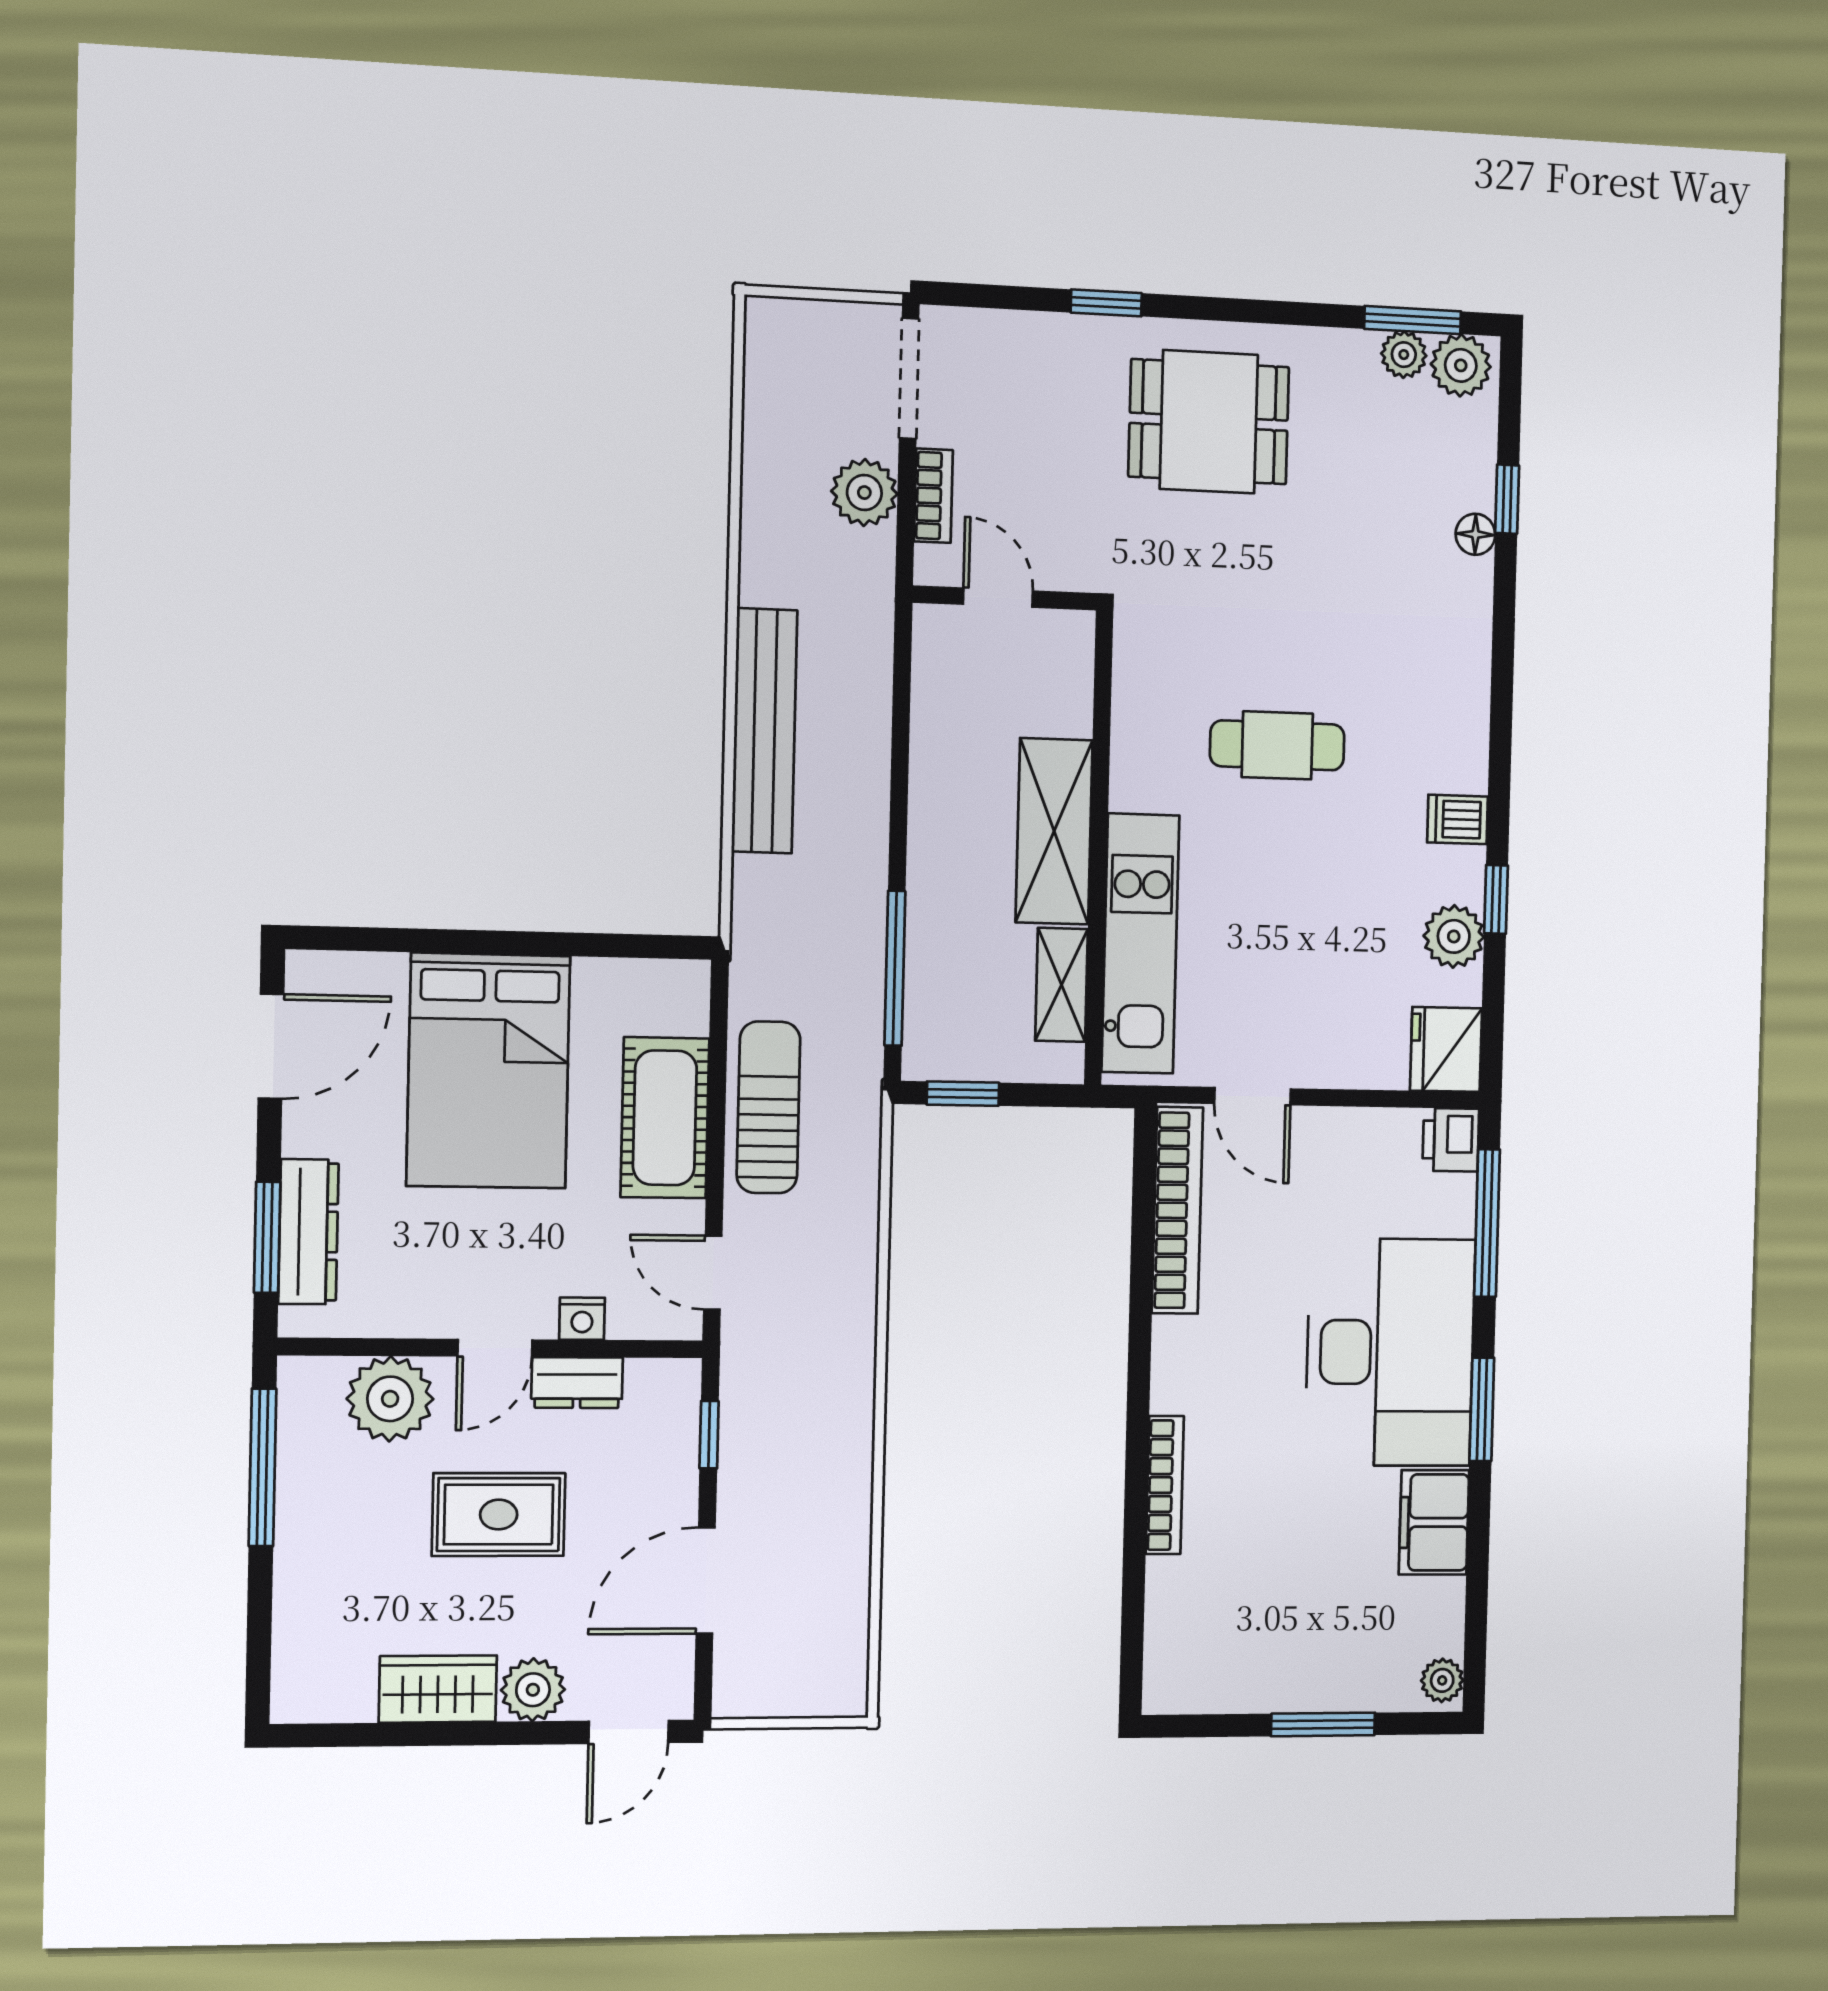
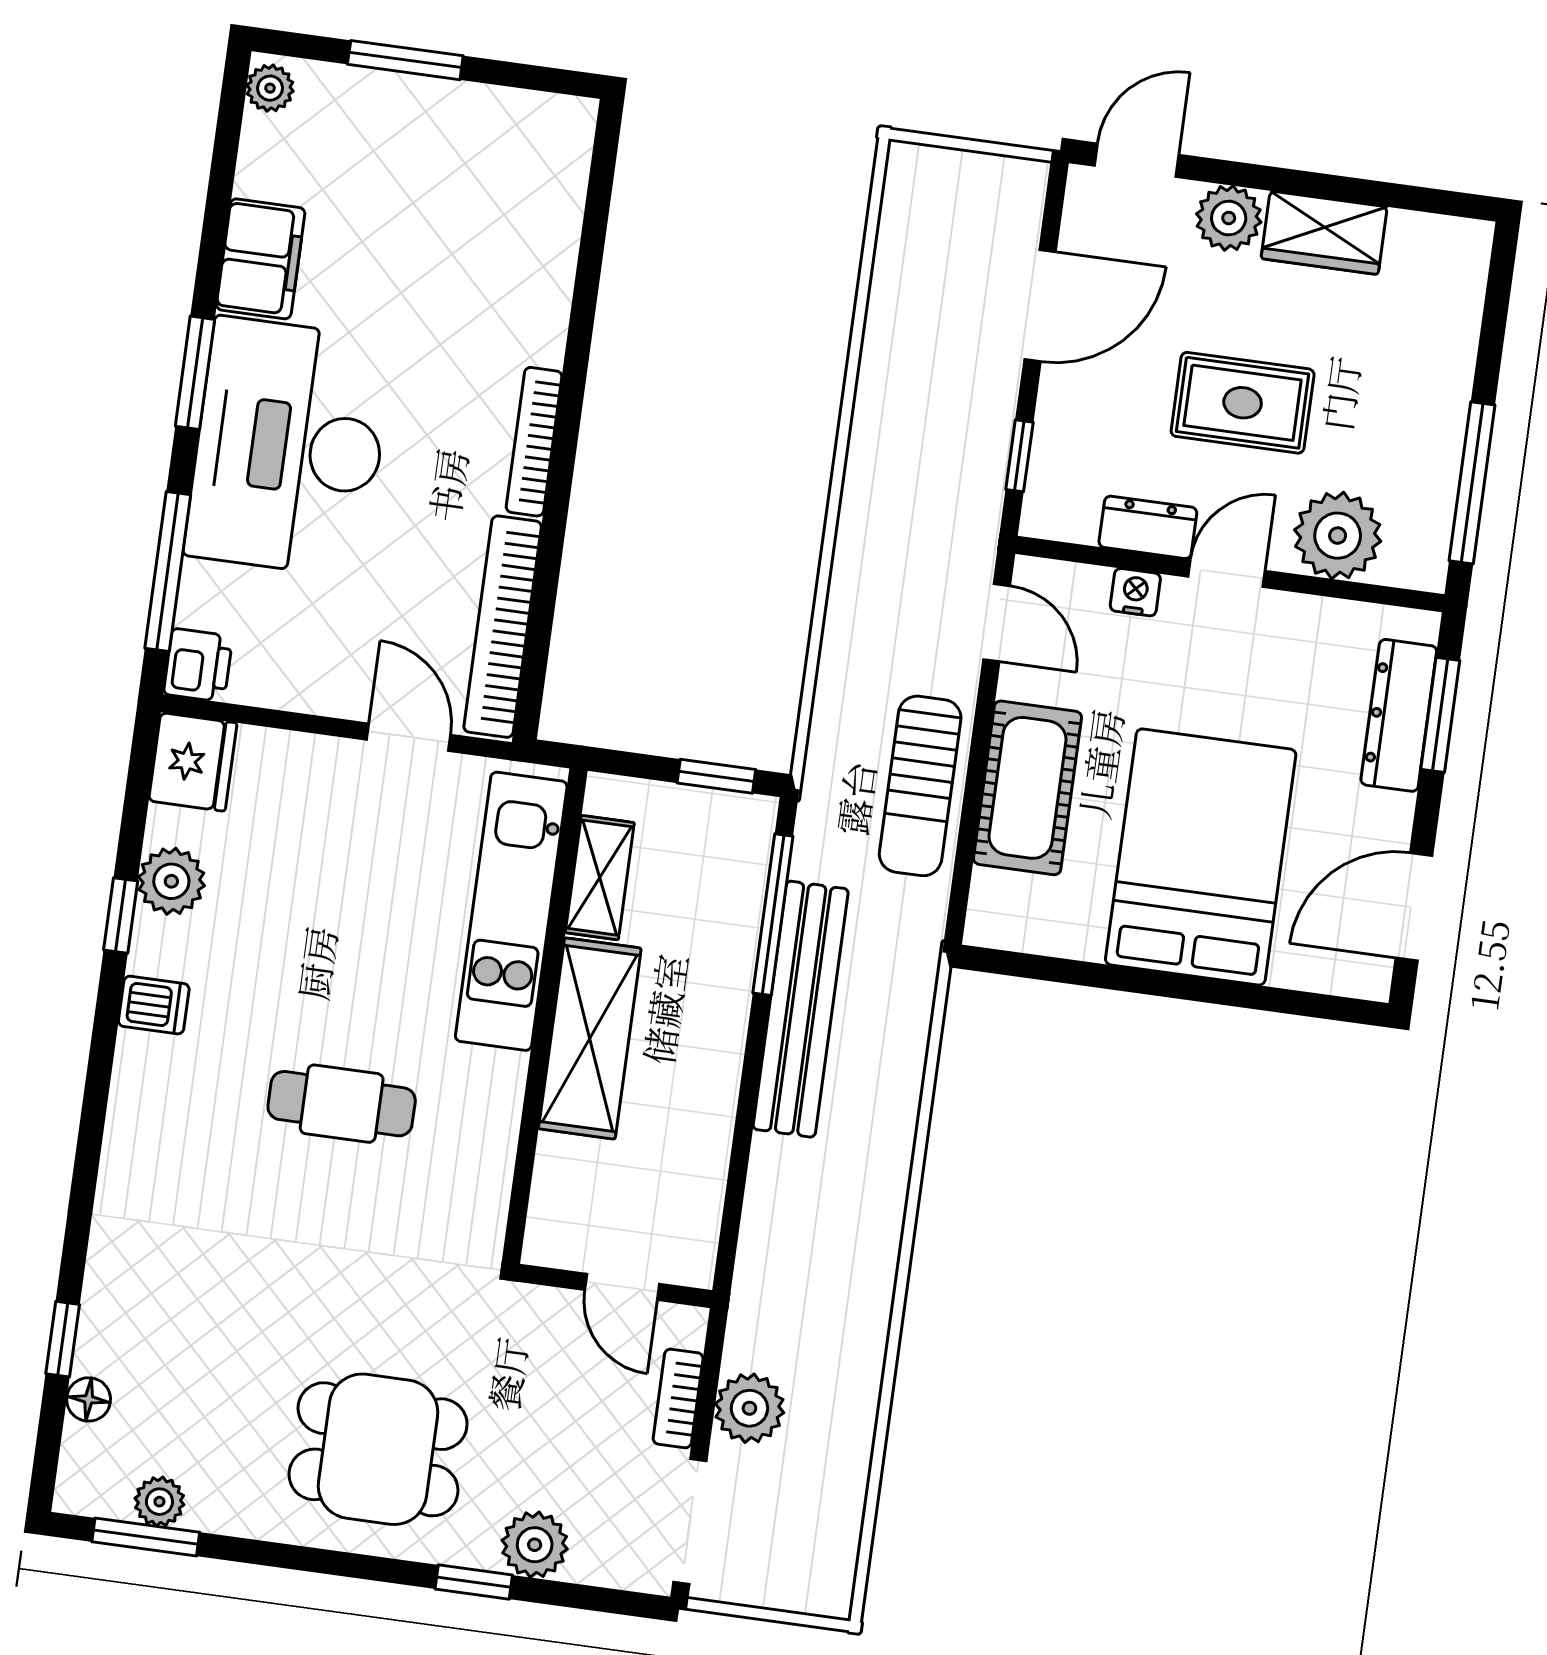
plant: (1461, 365) -> (535, 1545), moved
floor lamp: (1475, 534) -> (89, 1399), moved
bench: (764, 731) -> (801, 1009), moved
bookcase: (1165, 1485) -> (534, 442), moved

